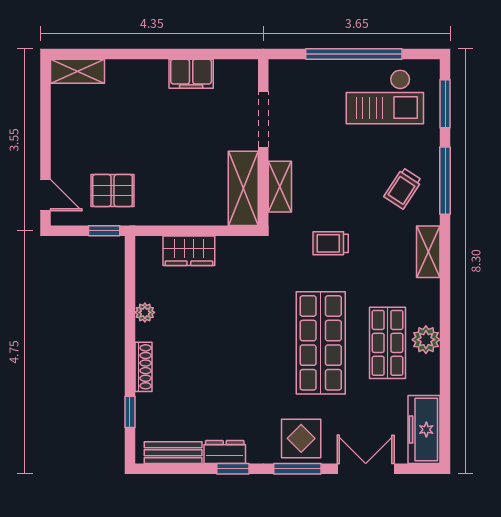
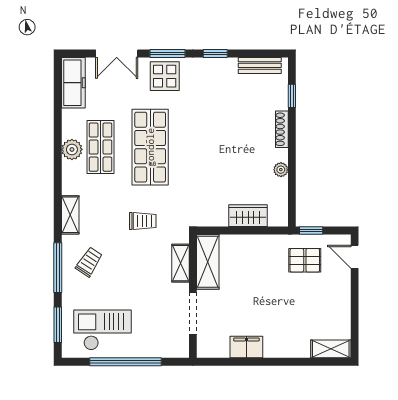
dresser: (225, 452) -> (221, 66), removed

